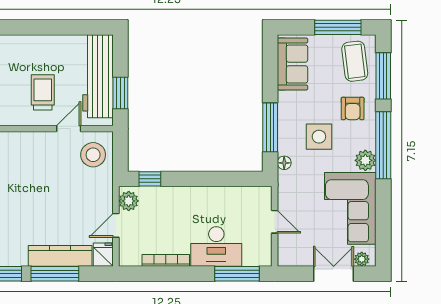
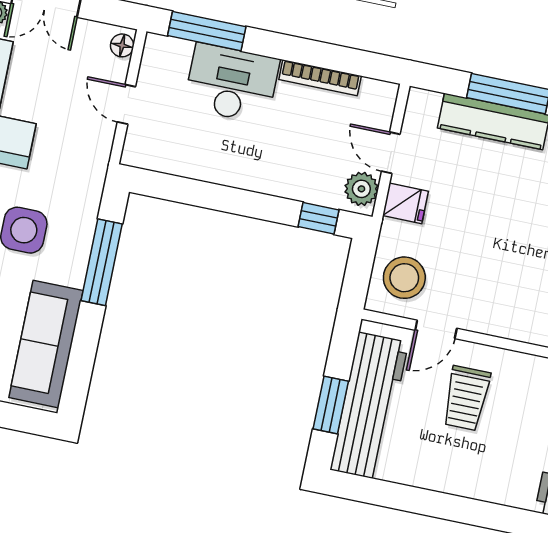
sofa: (292, 64) -> (46, 344), width x1.36
window: (120, 93) -> (331, 405), moved
floor lamp: (284, 163) -> (122, 45), moved
door: (116, 225) -> (391, 153), swing flipped
fridge: (103, 255) -> (405, 203), moved, turned -90

